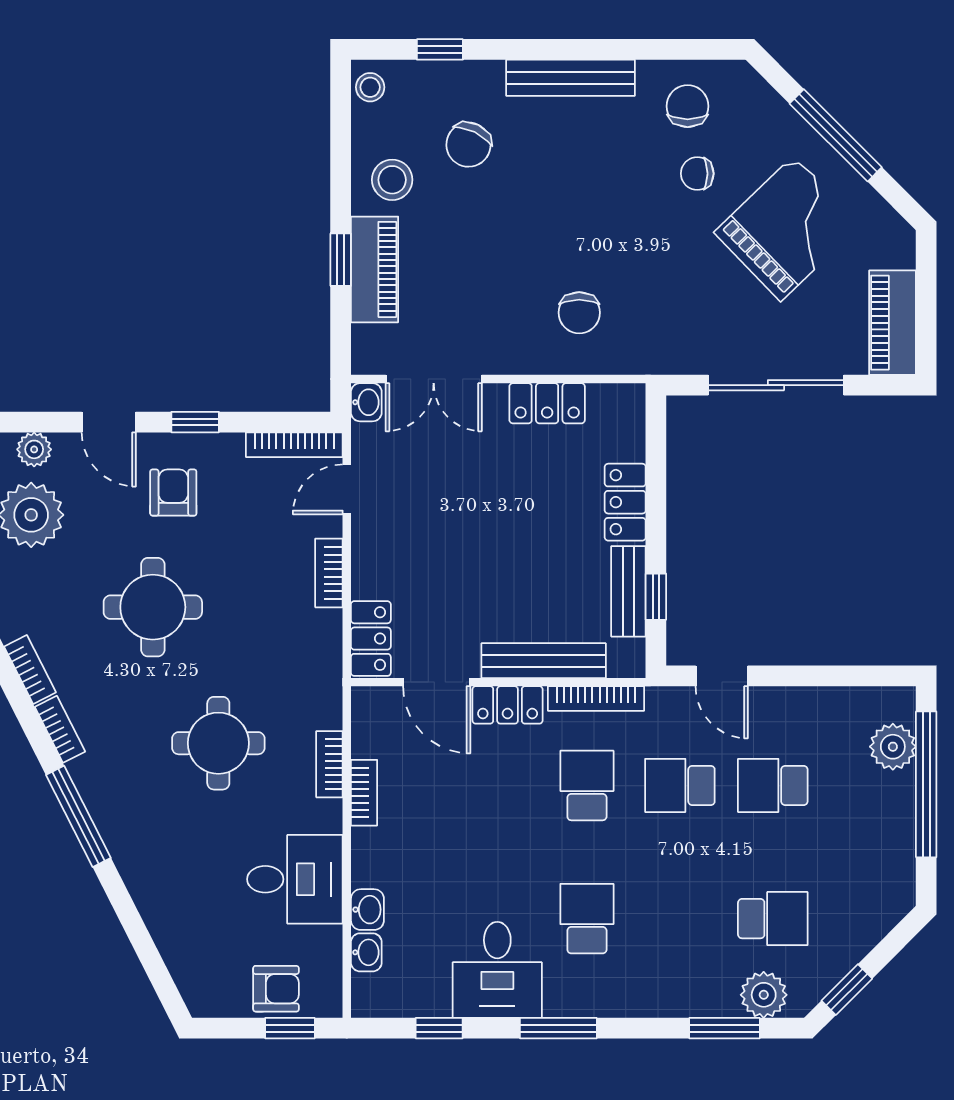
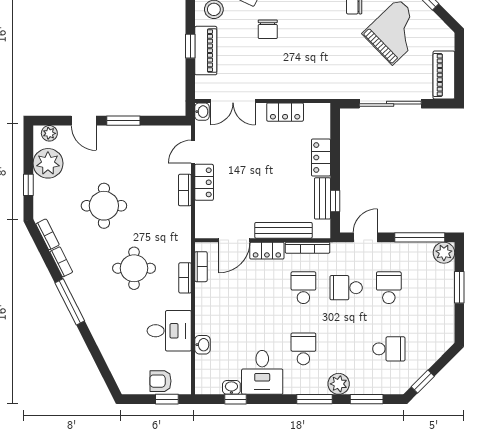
chair: (579, 313) -> (268, 29), moved
window: (195, 422) -> (123, 121), width x1.50
bookcase: (294, 445) -> (169, 131), removed
armchair: (173, 493) -> (113, 153), removed
locker: (371, 639) -> (204, 182), moved
door: (722, 676) -> (365, 237), swing flipped
window: (840, 676) -> (420, 237), added
door: (437, 682) -> (234, 240), hinge flipped
plant: (893, 747) -> (444, 253), moved
window: (926, 784) -> (459, 287), width x0.47
school desk: (773, 785) -> (389, 288), turned 90
bookcase: (364, 793) -> (201, 267), moved
washbasin: (366, 952) -> (231, 387), moved, turned -90
armchair: (276, 989) -> (160, 381), turned 180
plant: (764, 995) -> (339, 384), moved
window: (558, 1028) -> (314, 399), moved

